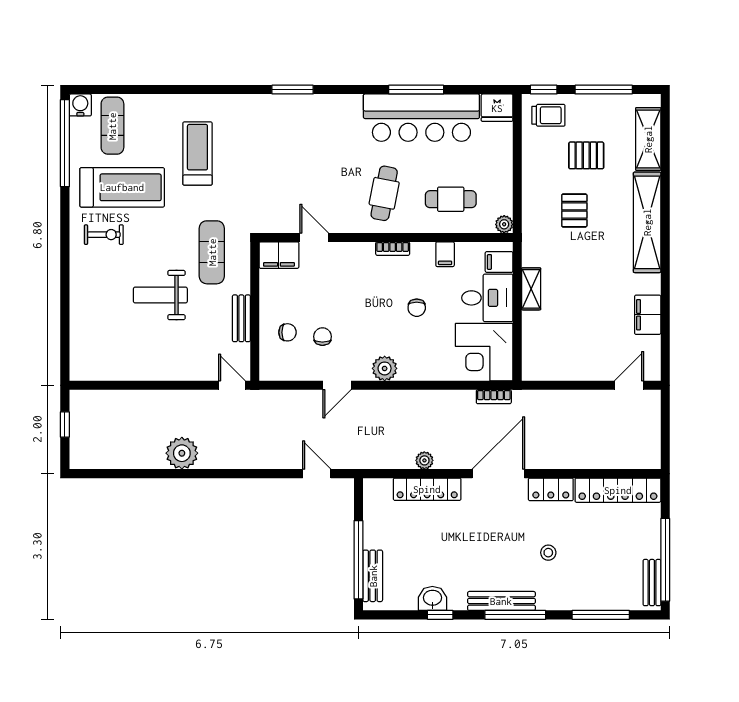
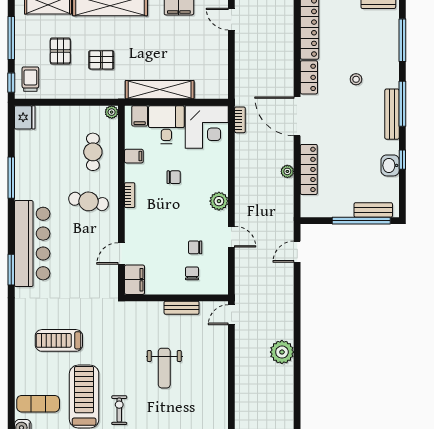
bar counter: (421, 118) -> (32, 244), moved
exercise mat: (212, 252) -> (132, 330), removed
shelving: (531, 289) -> (160, 90), width x2.20, depth x1.33

